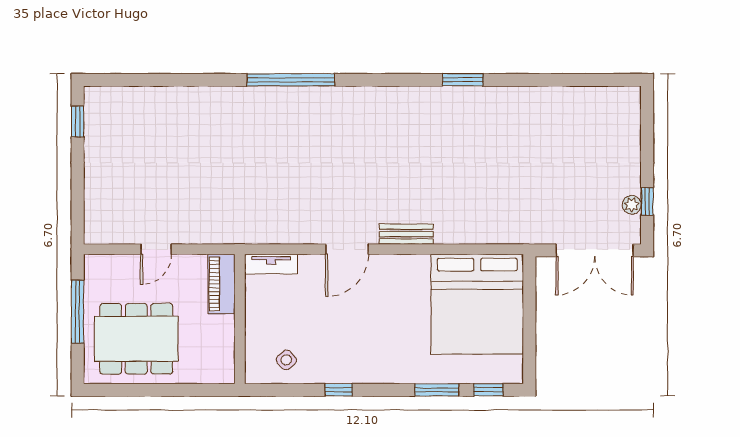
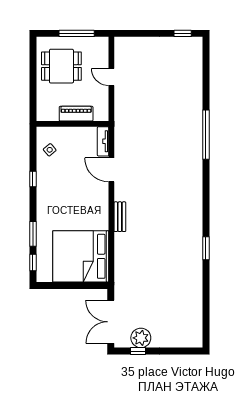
window: (291, 80) -> (206, 135), moved
plant: (632, 205) -> (141, 338), width x1.87, depth x1.87
door: (347, 249) -> (111, 170), moved
piano: (222, 284) -> (76, 114), moved
dining table: (136, 339) -> (61, 66), width x0.73

